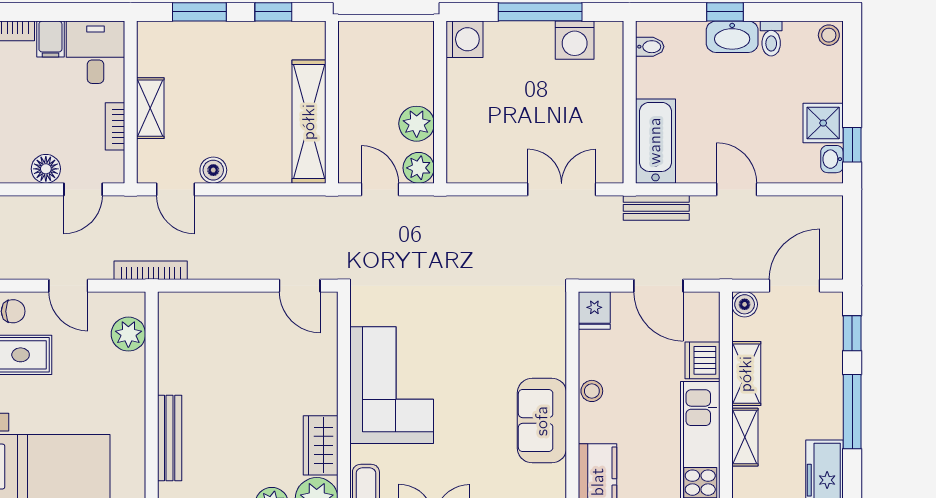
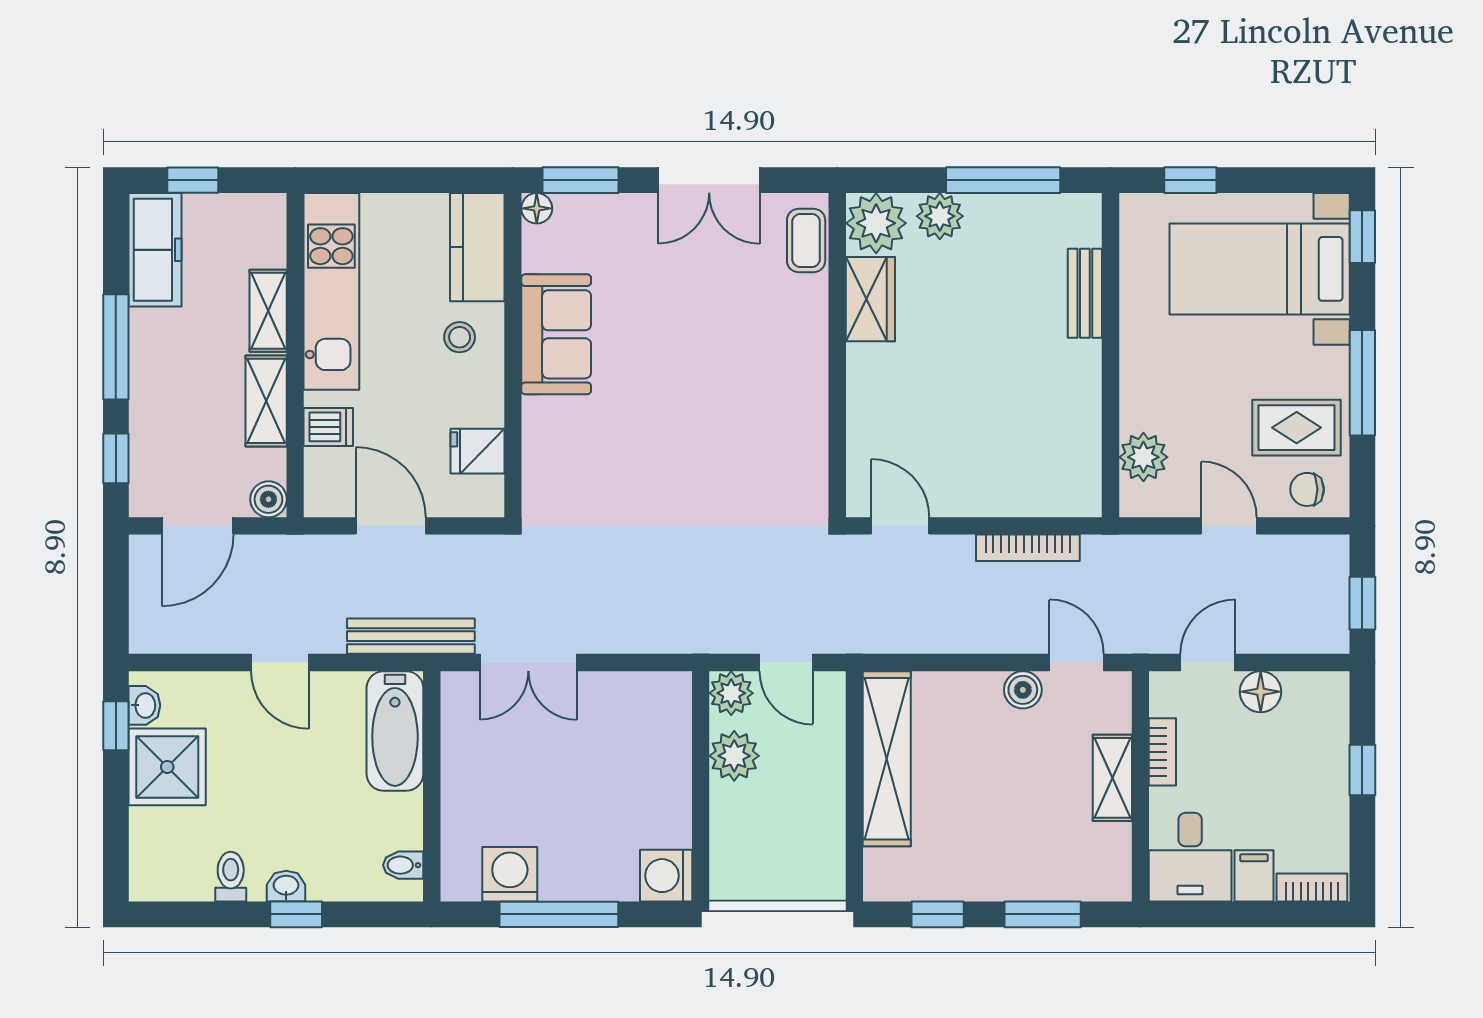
stool: (829, 35) -> (149, 881), removed
washbasin: (732, 37) -> (286, 886), width x0.52, depth x0.69
shower: (823, 123) -> (167, 767), width x1.36, depth x1.36
bench: (656, 208) -> (411, 636), width x1.36
bookcase: (151, 270) -> (1028, 548), moved
fridge: (594, 310) -> (478, 451), moved, turned -90
dishwasher: (702, 360) -> (328, 427), width x0.73
corner sofa: (392, 385) -> (769, 385), removed
stool: (592, 391) -> (460, 337), moved
bench: (170, 438) -> (1085, 293), width x0.73

